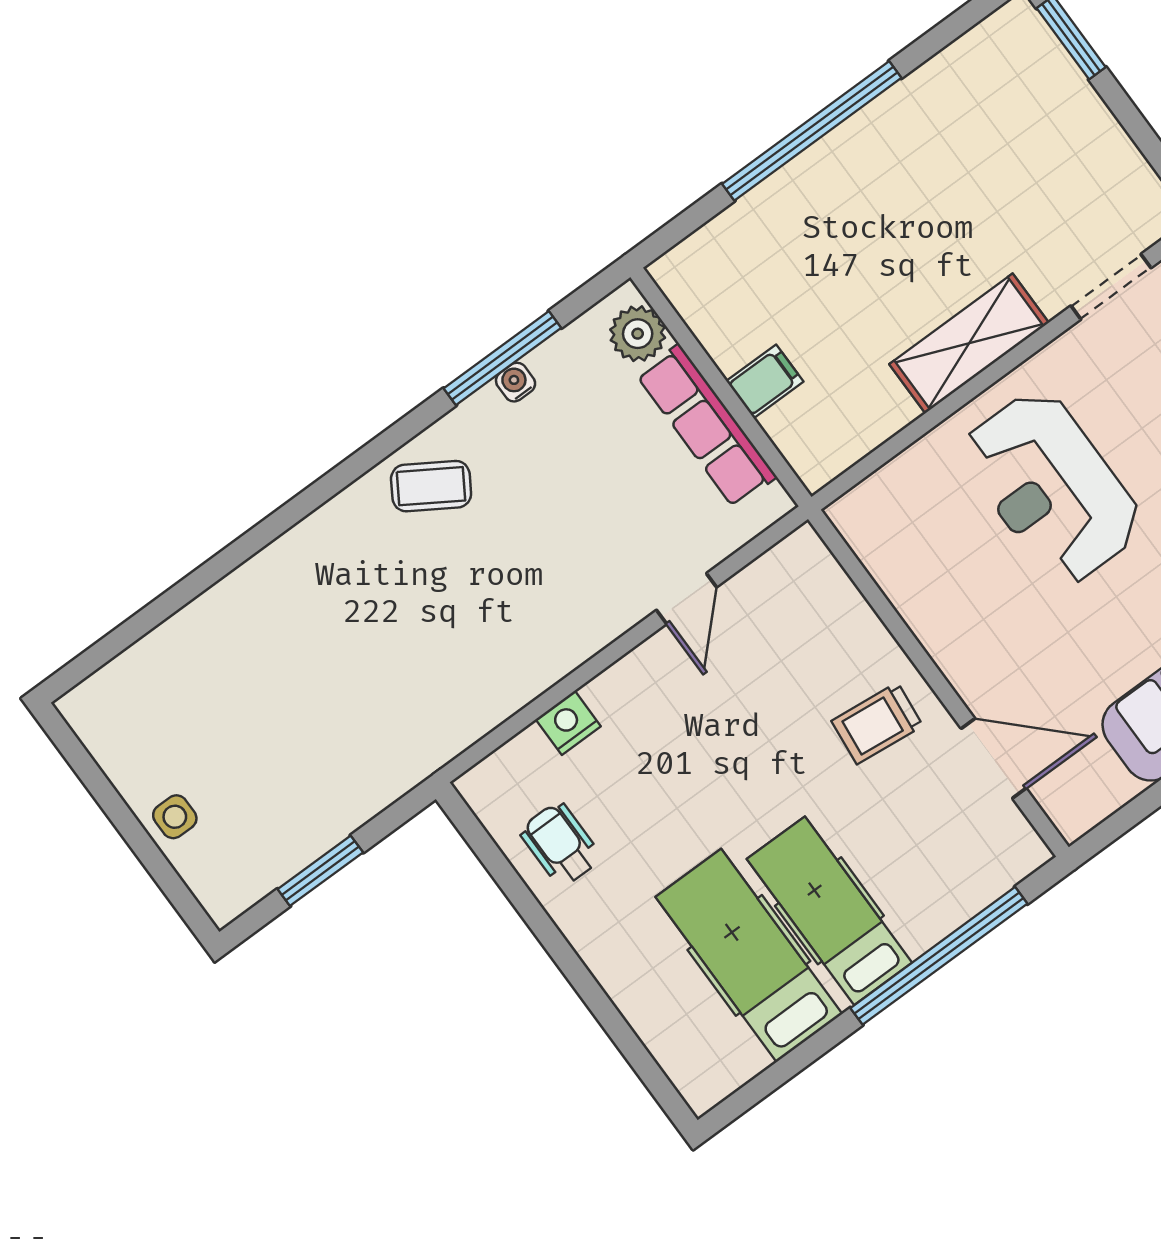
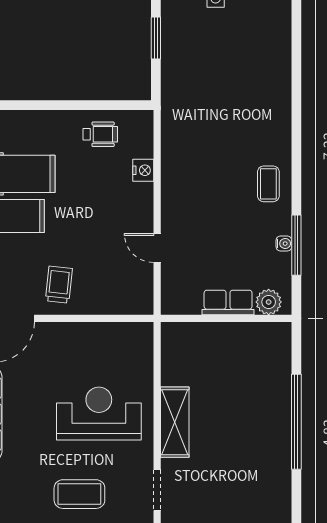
filing cabinet: (765, 381) -> (216, 336), removed
row of seats: (707, 426) -> (228, 302), width x0.68
coffee table: (431, 486) -> (268, 184), turned -32

